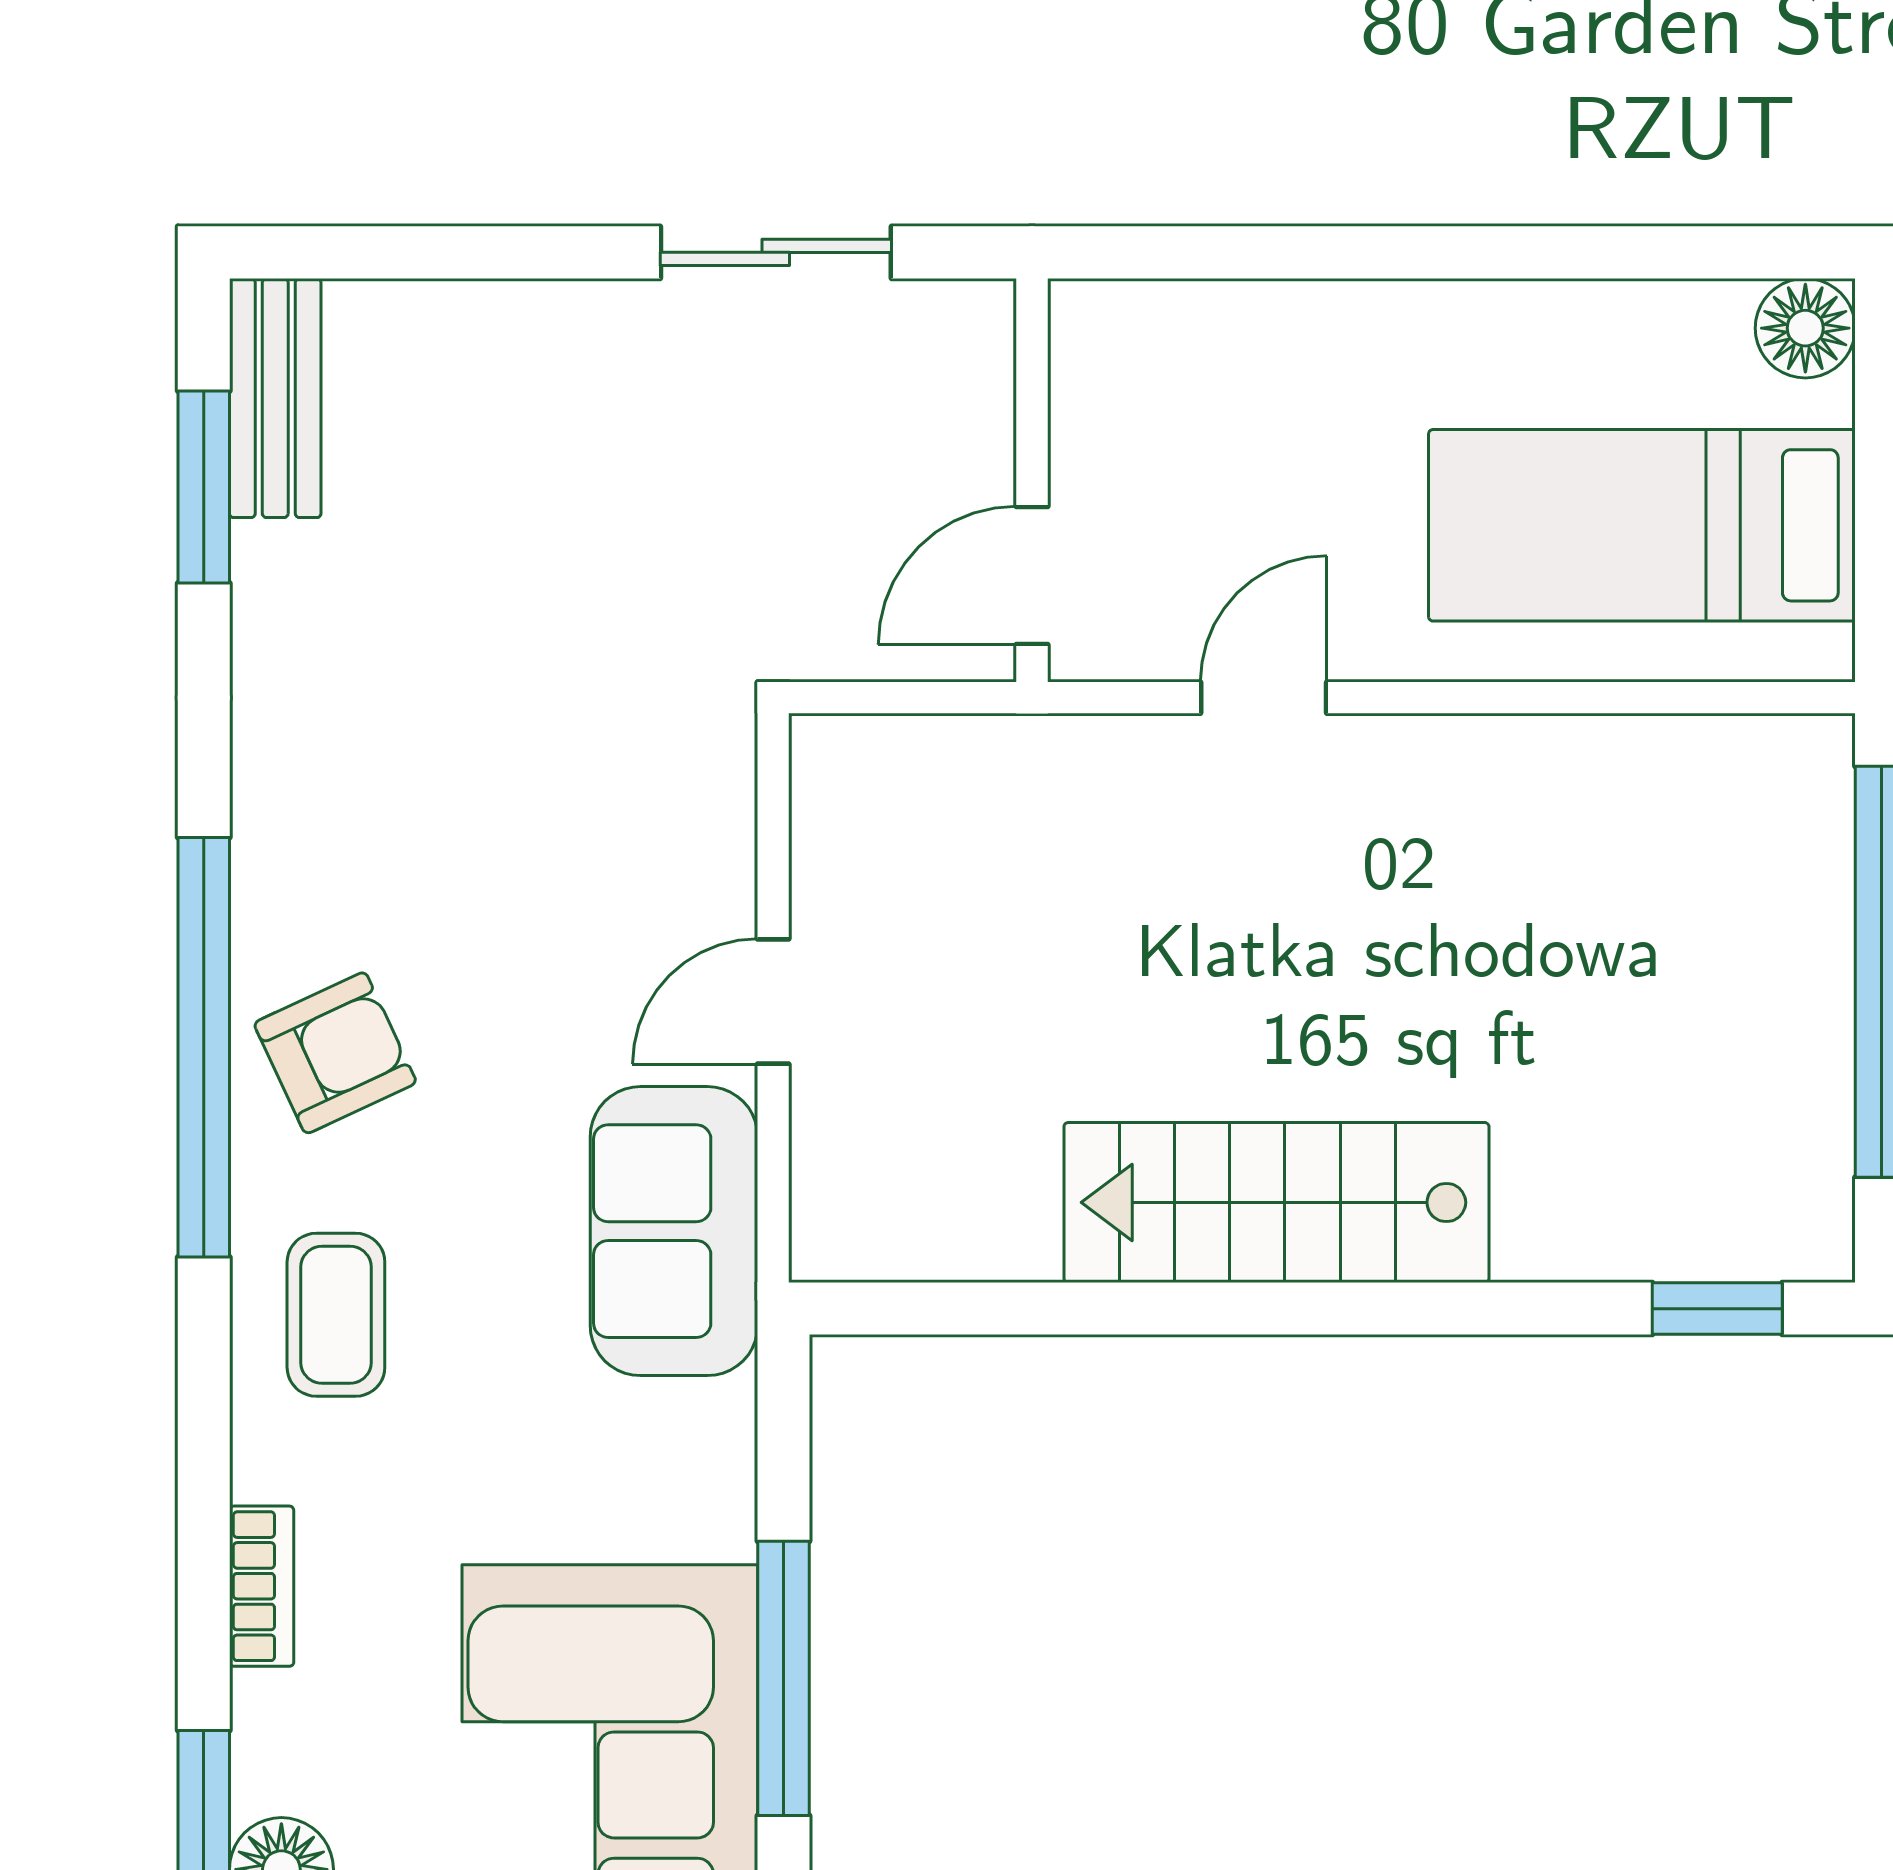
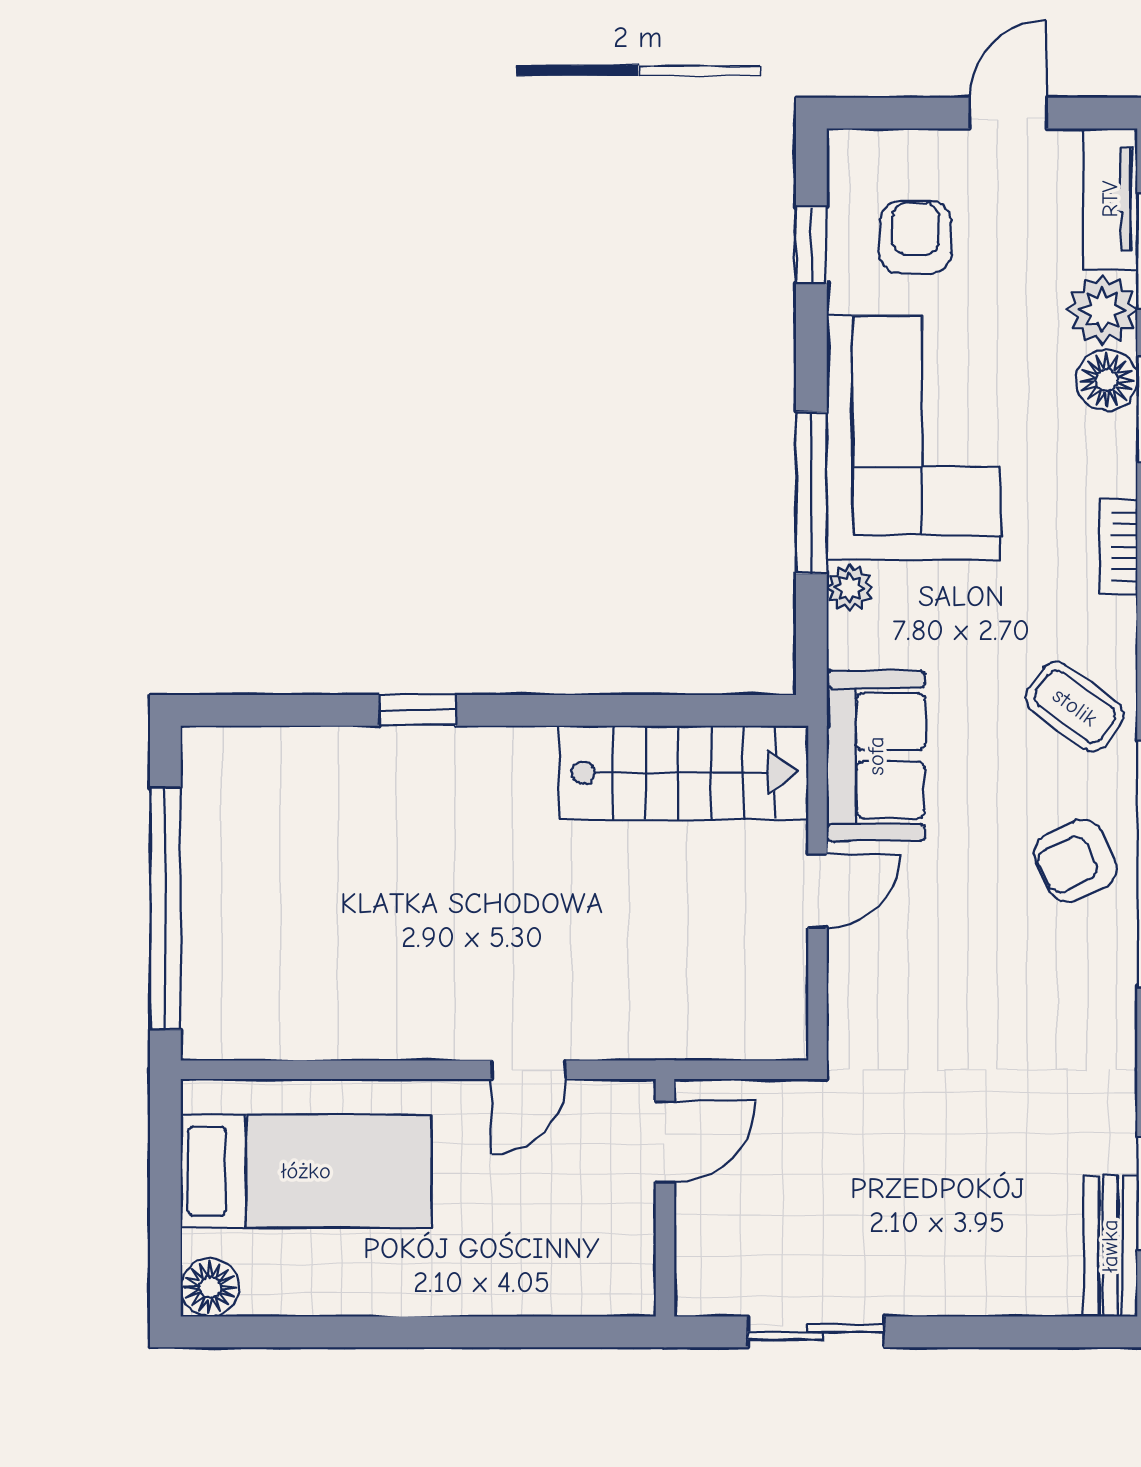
stairs: (1276, 1202) -> (683, 773), moved
window: (1717, 1309) -> (418, 710), moved
coffee table: (336, 1315) -> (1075, 707), turned -54
plant: (718, 1517) -> (850, 588), added

